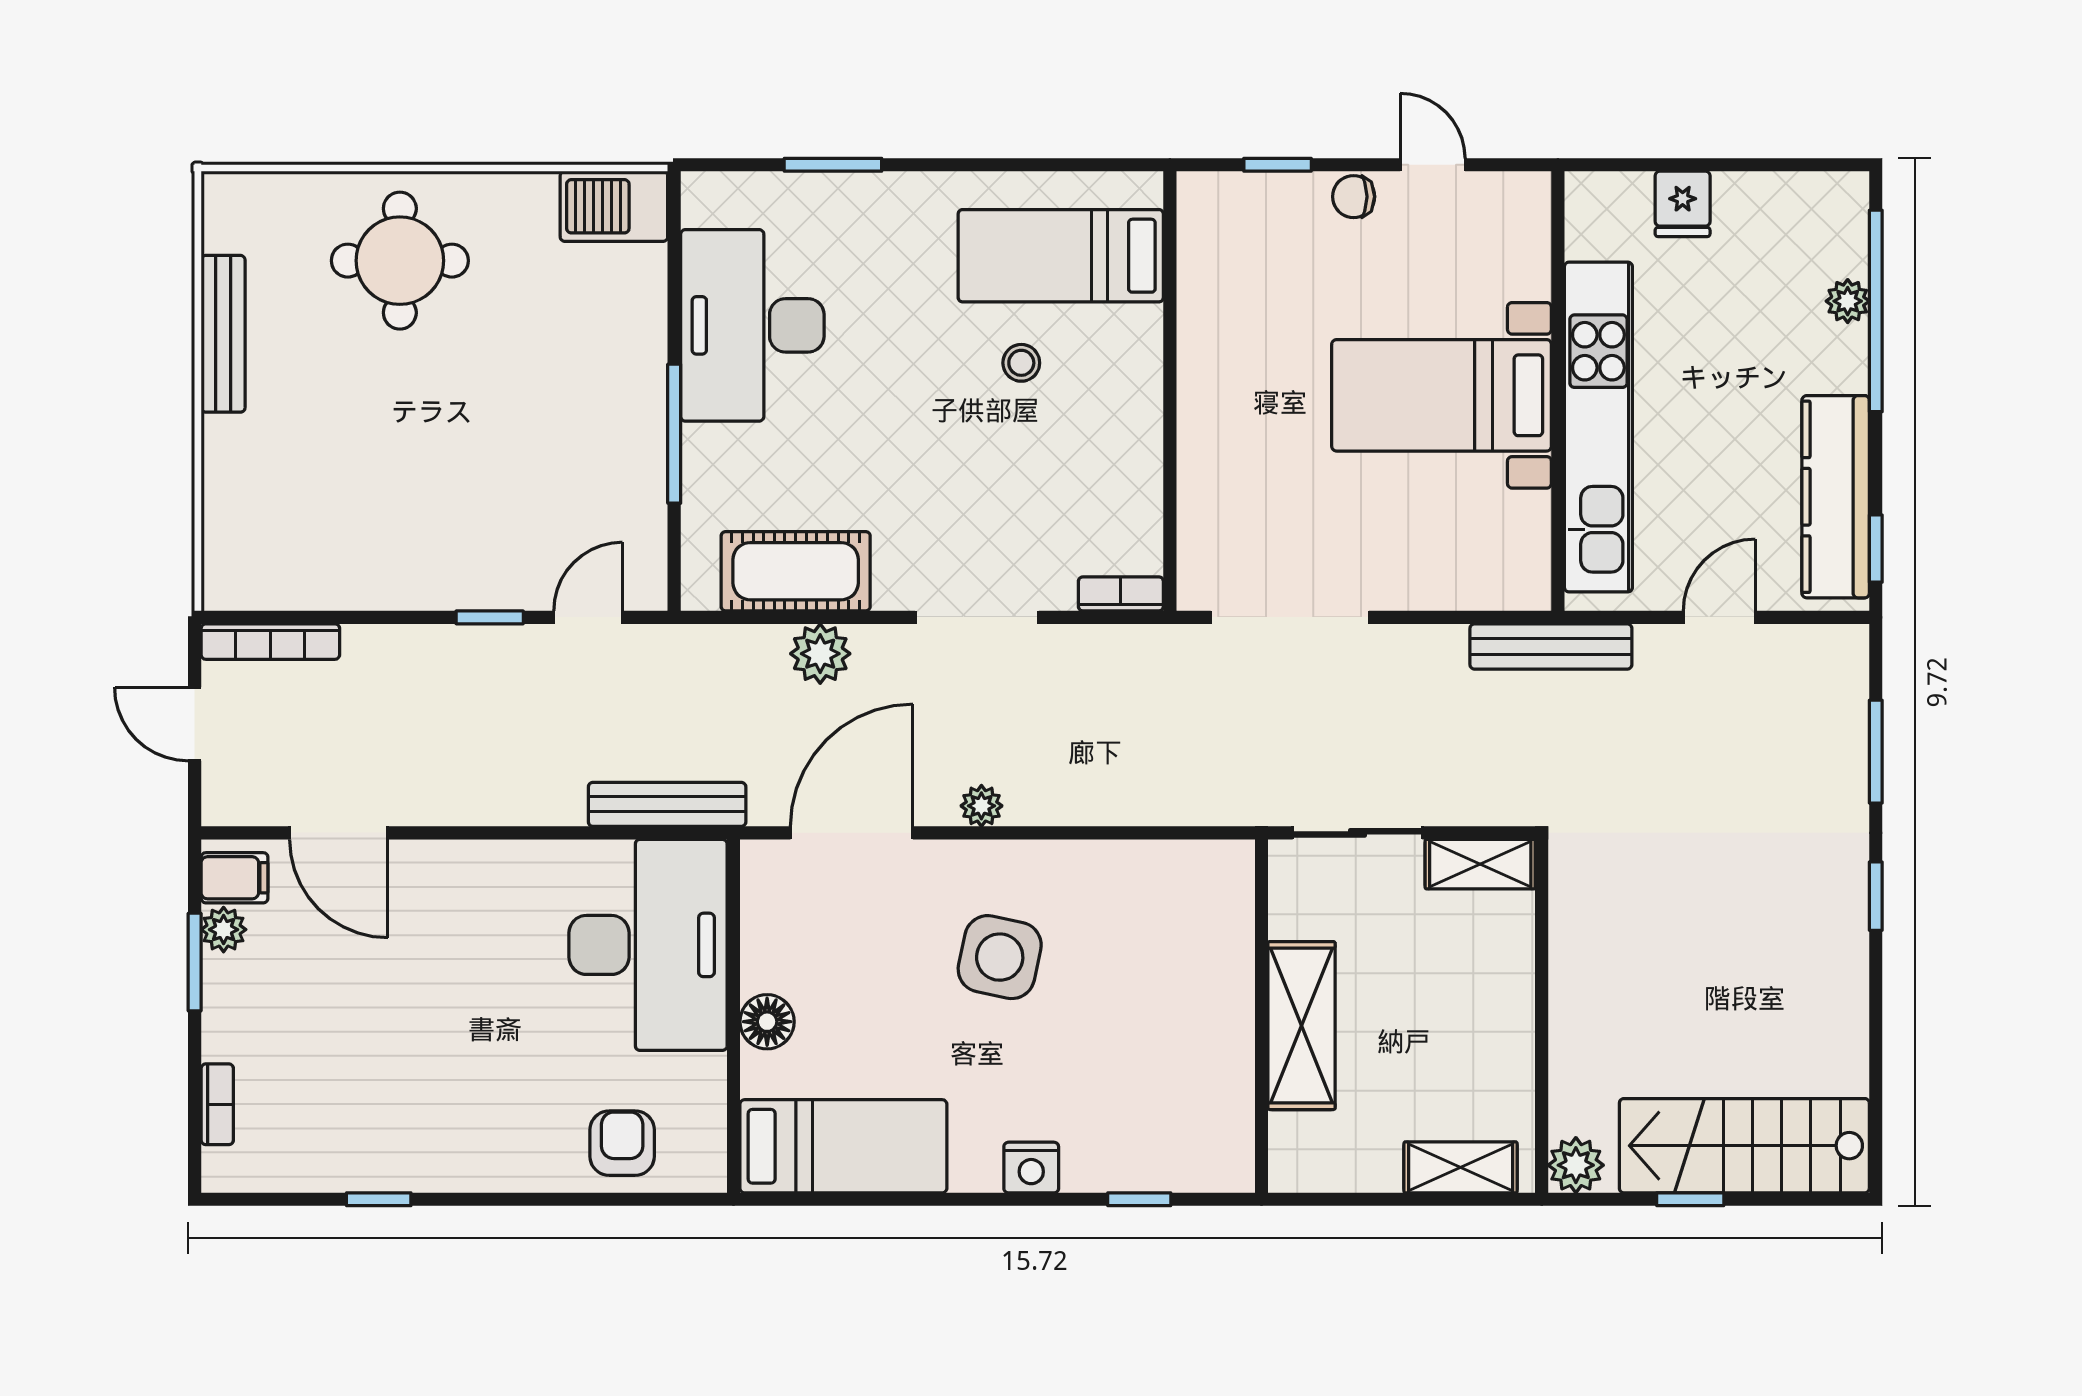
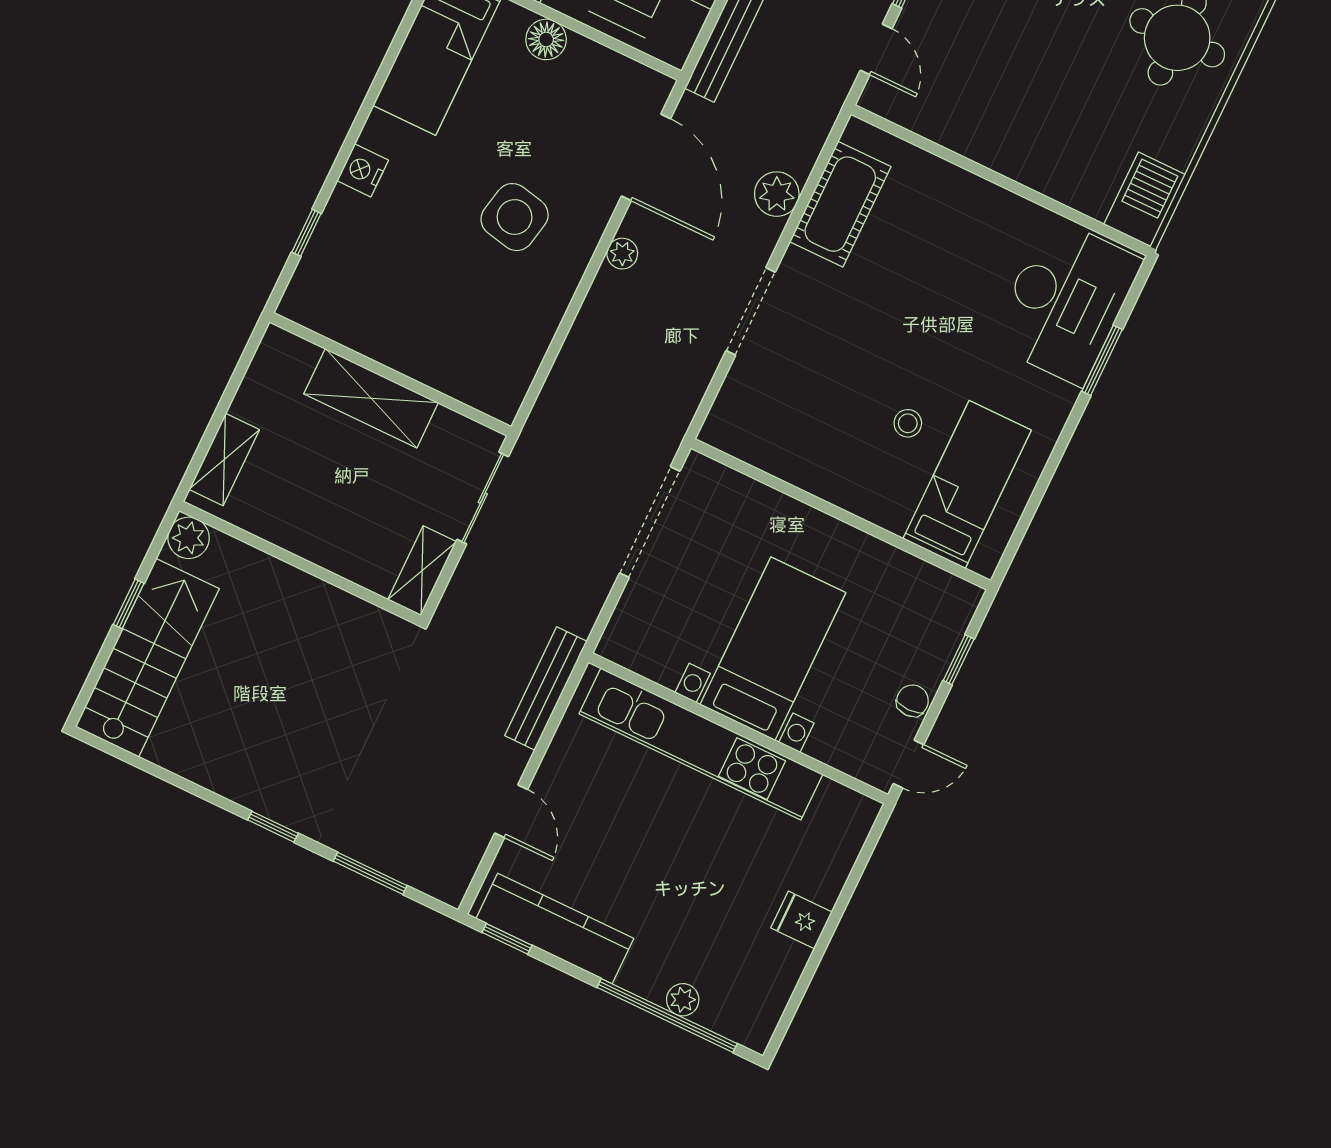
desk: (752, 325) -> (1066, 301), moved, turned 90
wall: (1558, 391) -> (738, 728), moved
bed with nightstands: (1442, 395) -> (773, 649), moved
kitchen unit: (1598, 427) -> (701, 744), moved
window: (674, 434) -> (972, 167), removed
bookcase: (1121, 594) -> (720, 416), removed

